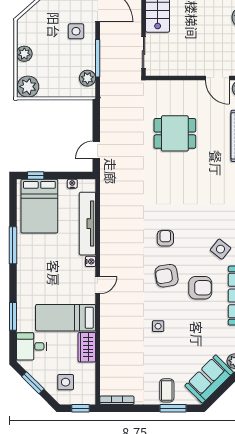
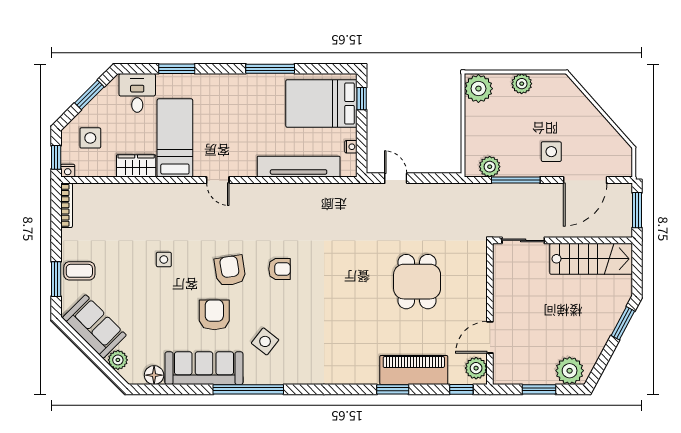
nightstand: (91, 261) -> (68, 171), moved
armchair: (200, 288) -> (214, 315), turned 180

